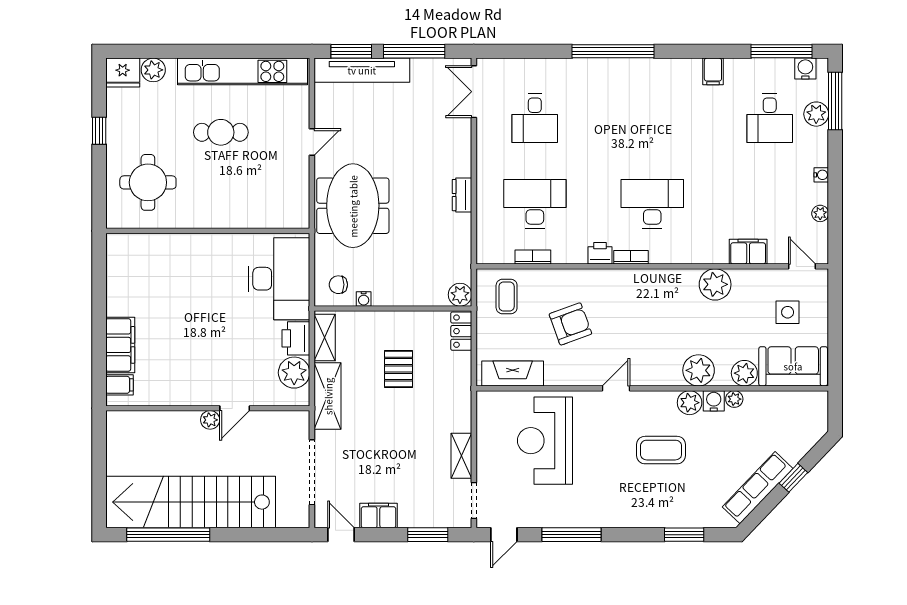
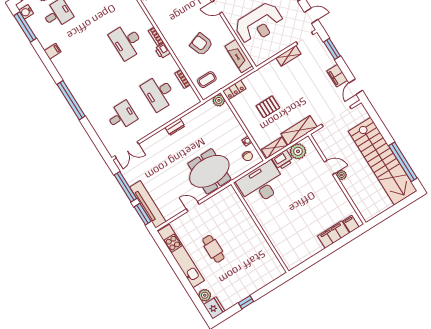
round table: (148, 182) -> (255, 267), removed

